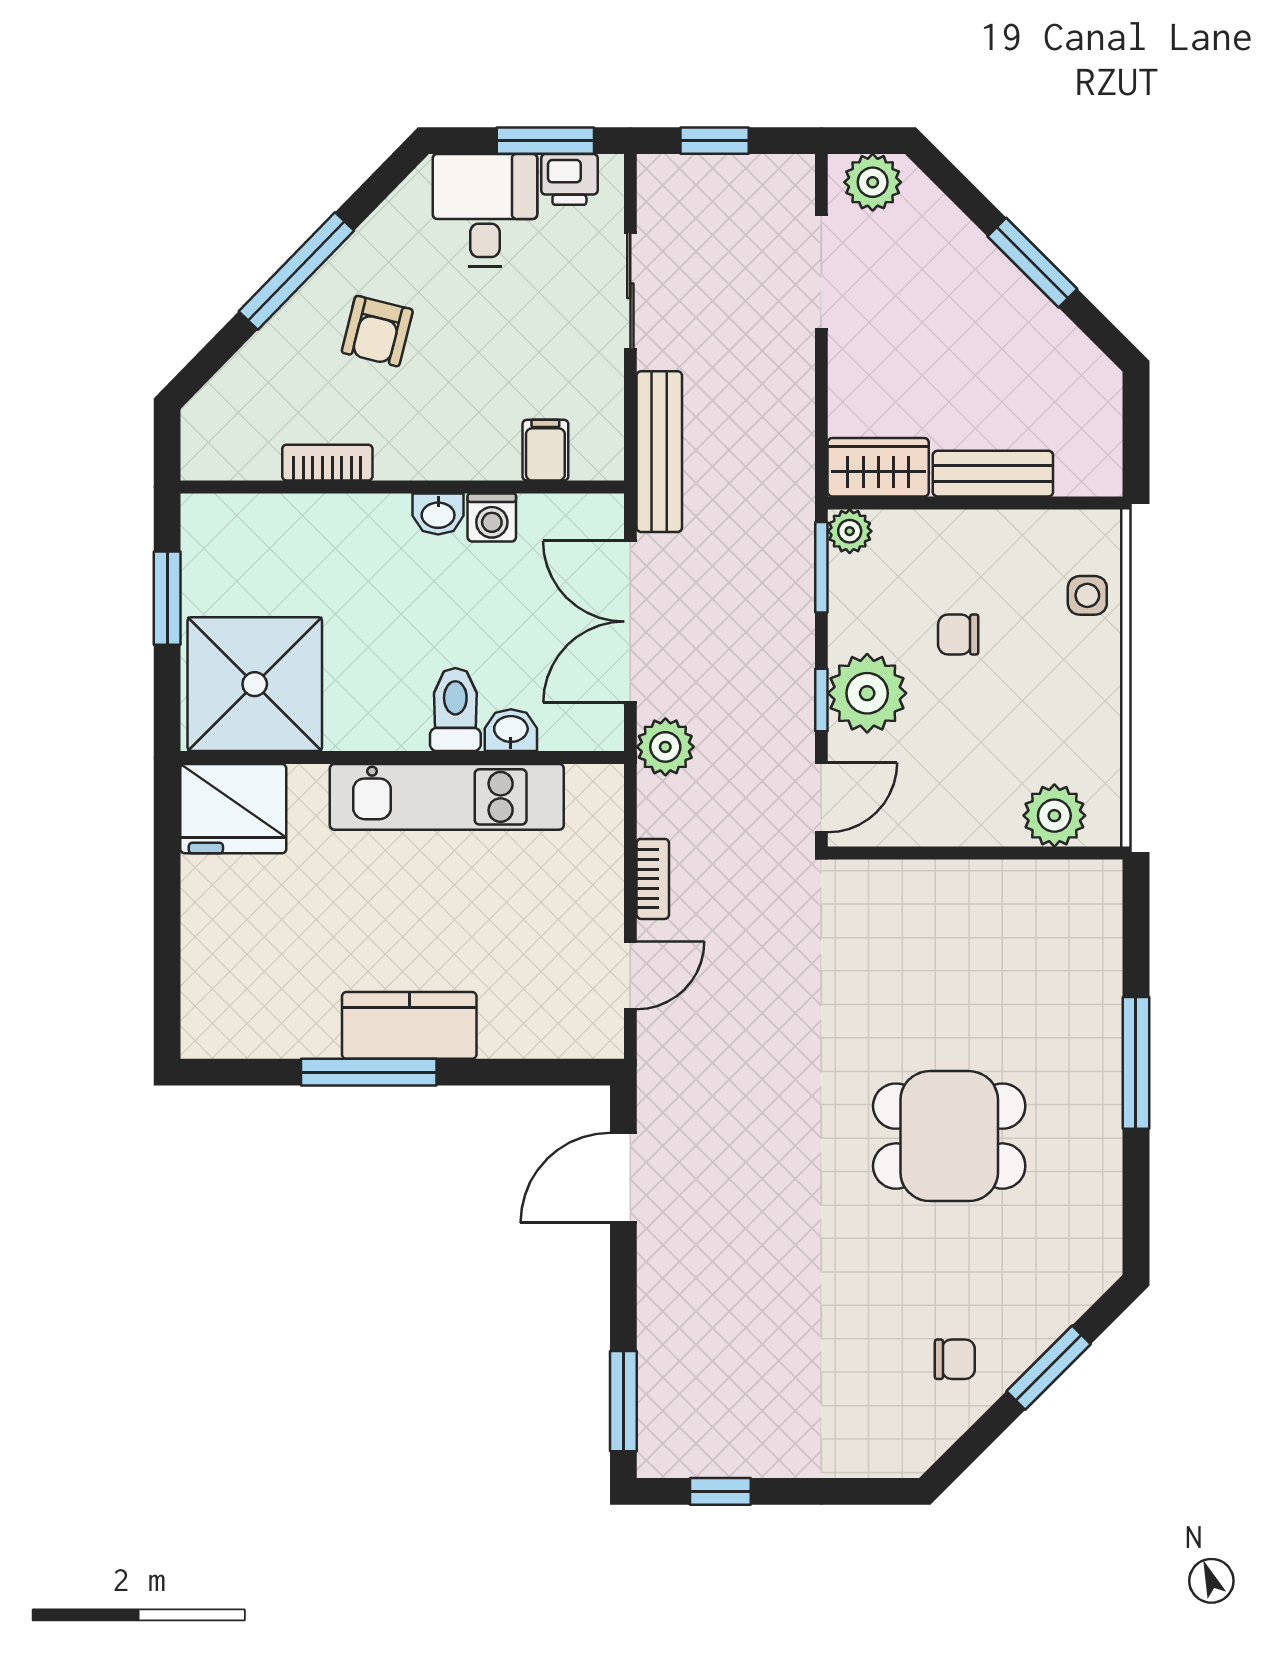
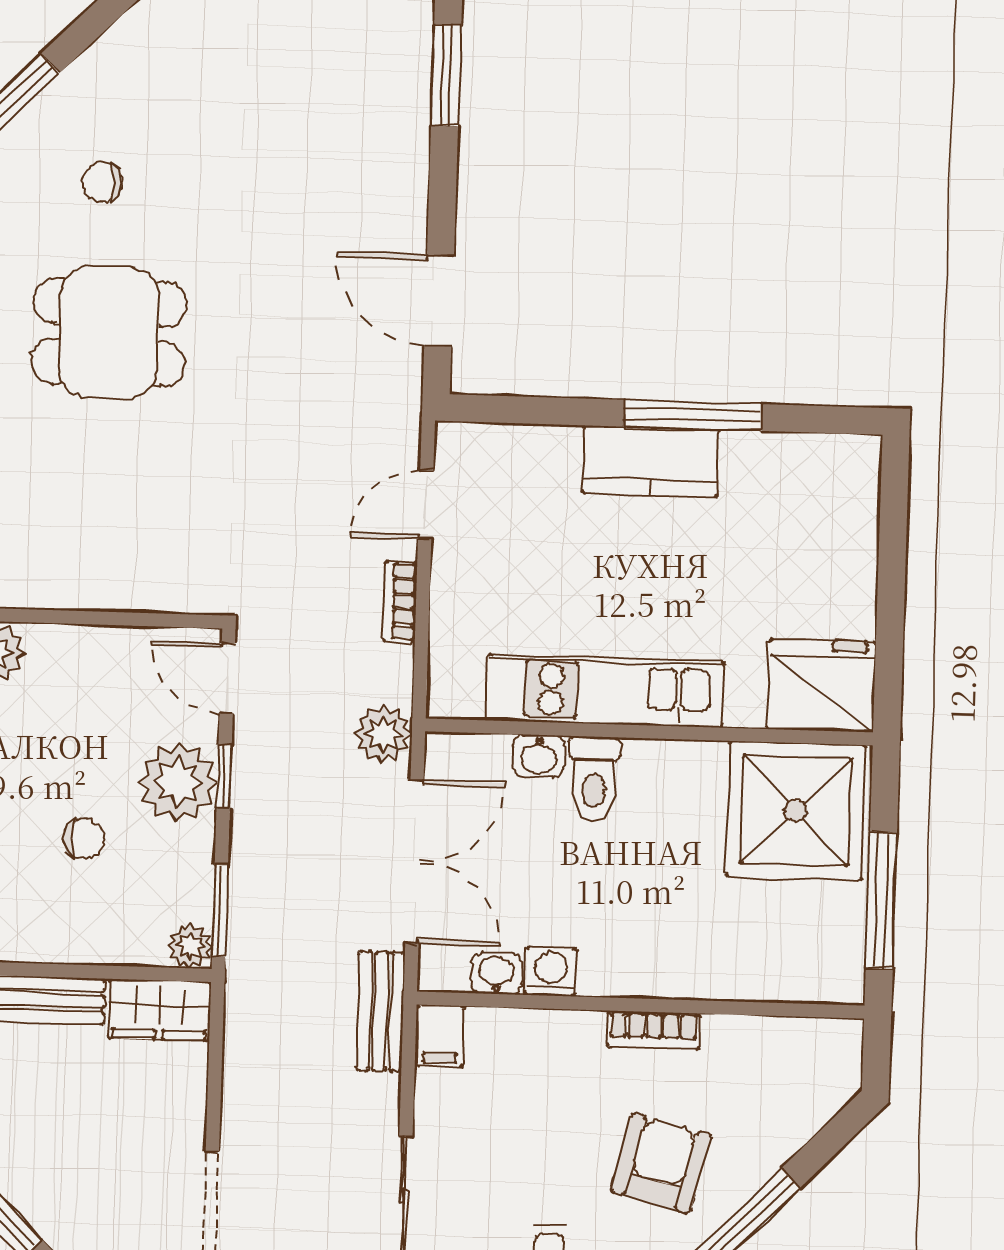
armchair: (377, 331) -> (661, 1163), width x1.38, depth x1.38
filing cabinet: (545, 450) -> (440, 1036), moved
bench: (659, 452) -> (381, 1011), width x0.73
bookcase: (327, 463) -> (654, 1030), moved
washbasin: (438, 514) -> (497, 973), moved
window: (167, 598) -> (881, 900), width x1.44
door: (821, 797) -> (227, 678), hinge flipped
door: (623, 1178) -> (439, 301), swing flipped
chair: (955, 1359) -> (102, 182), moved

